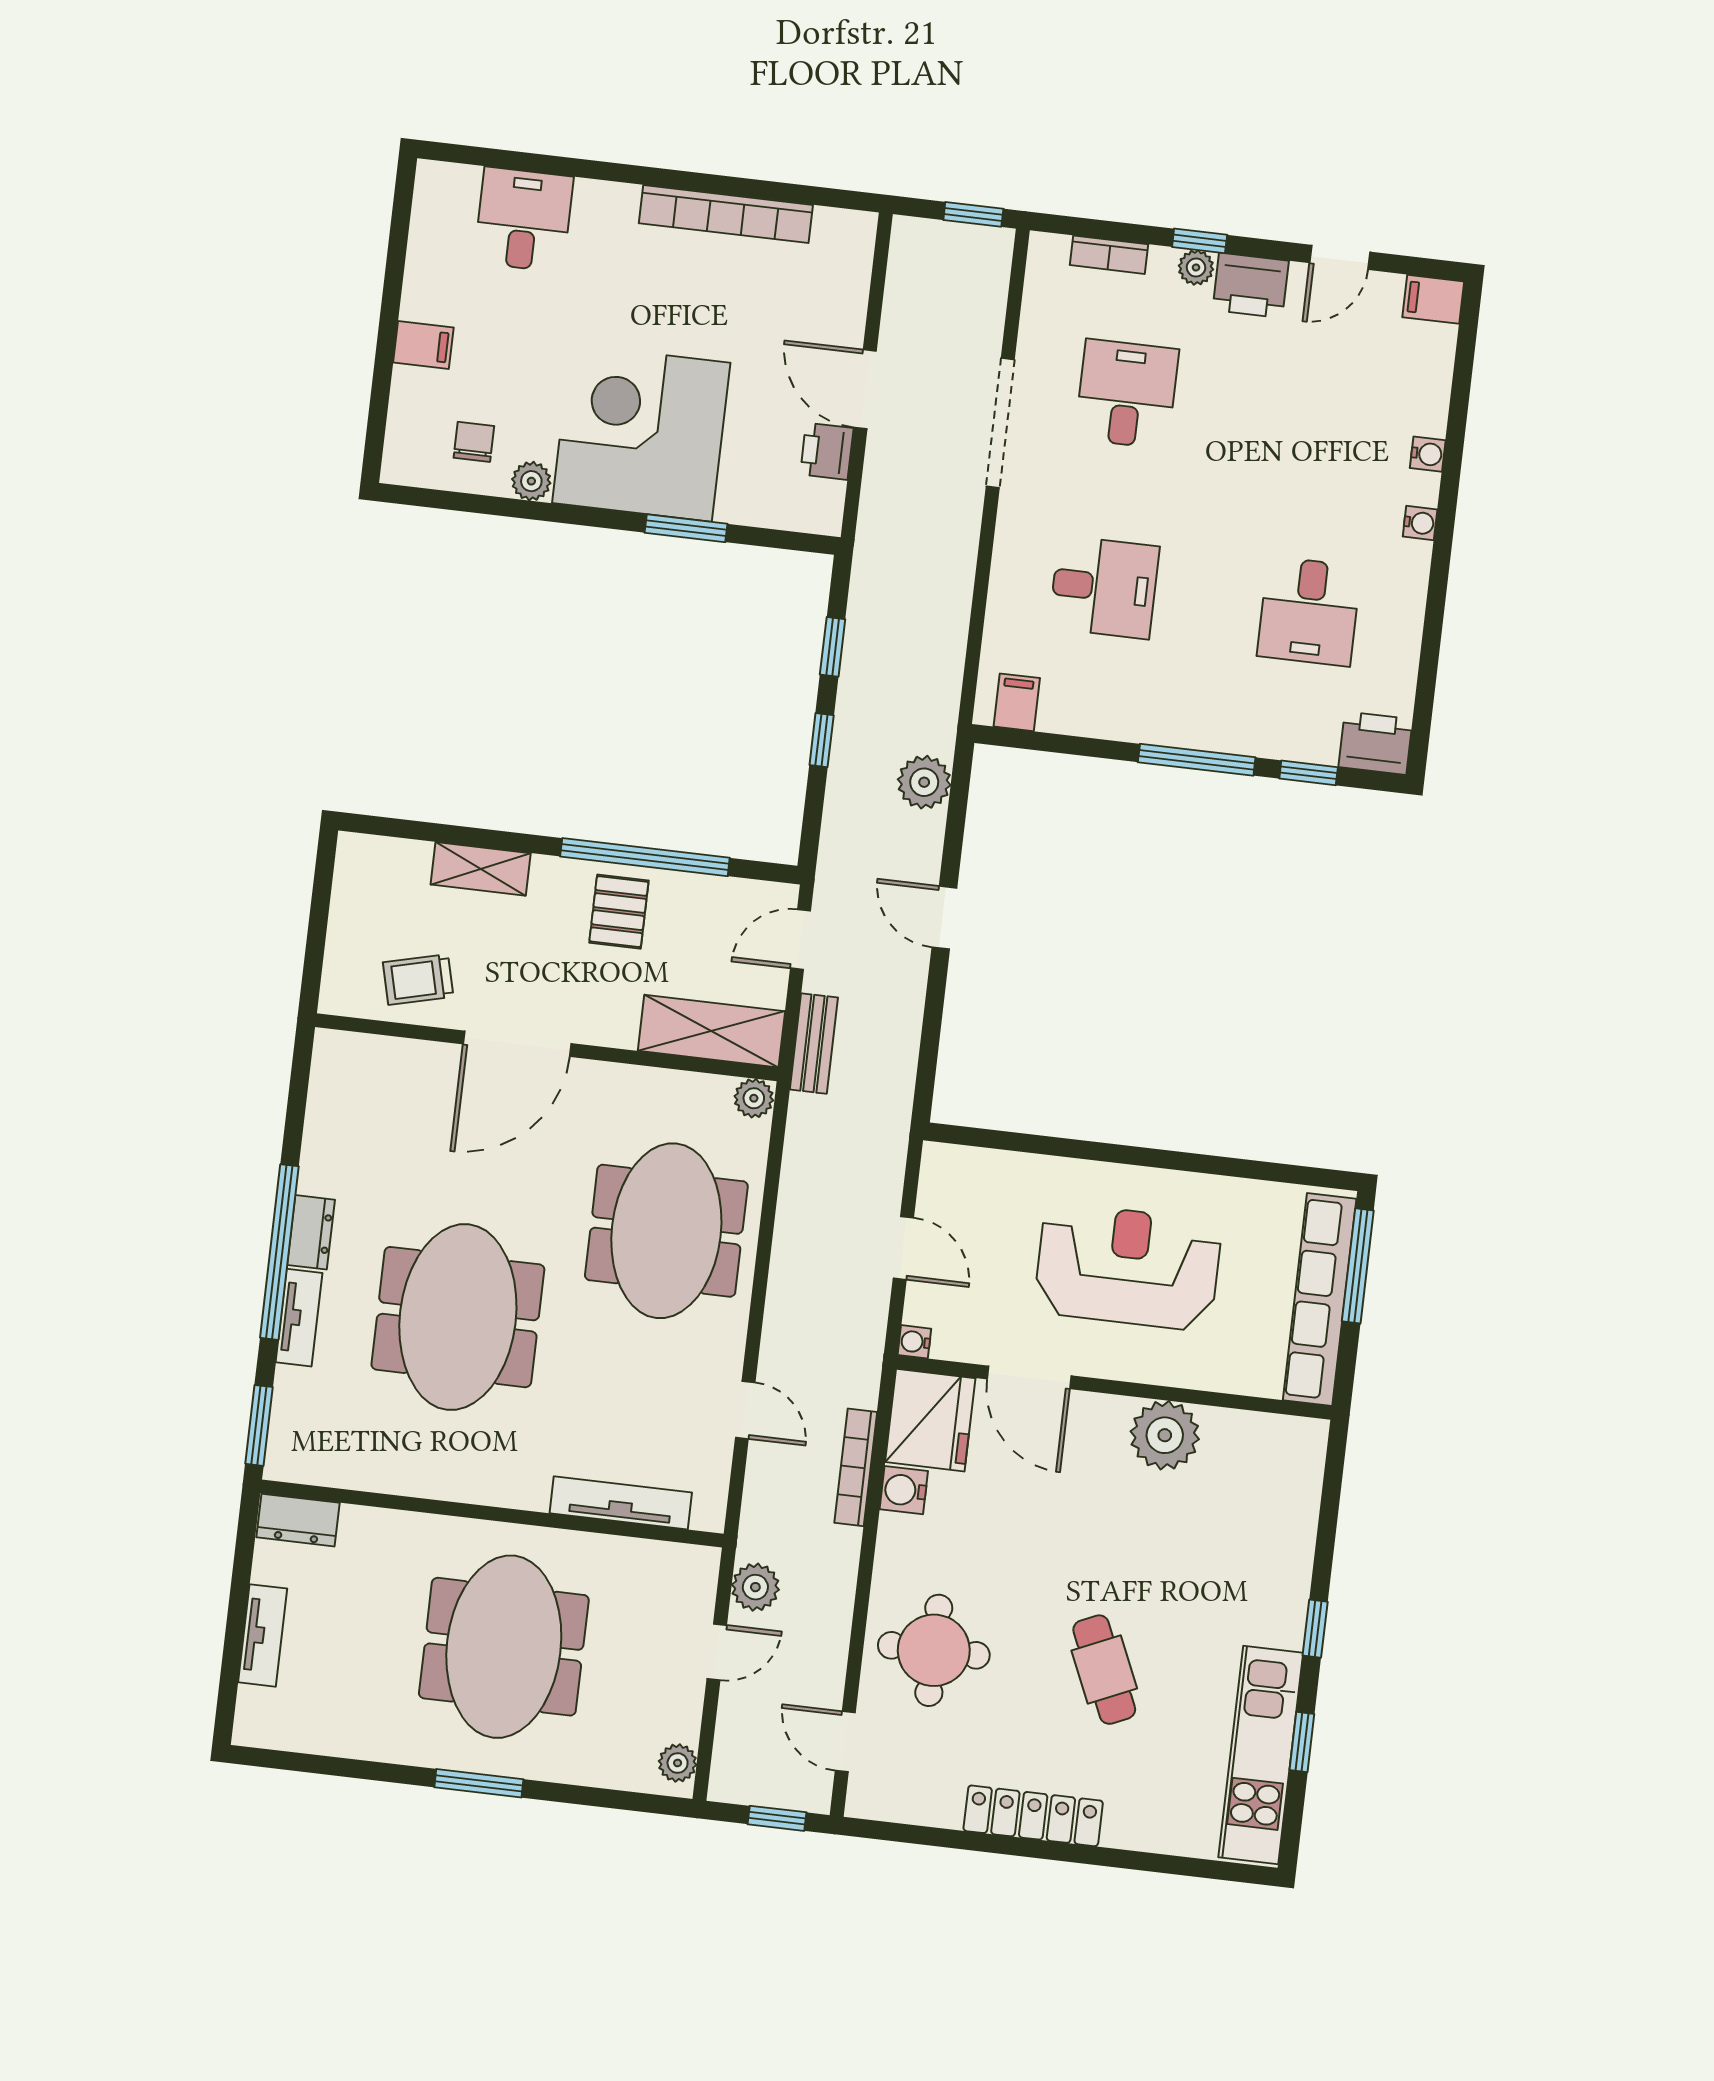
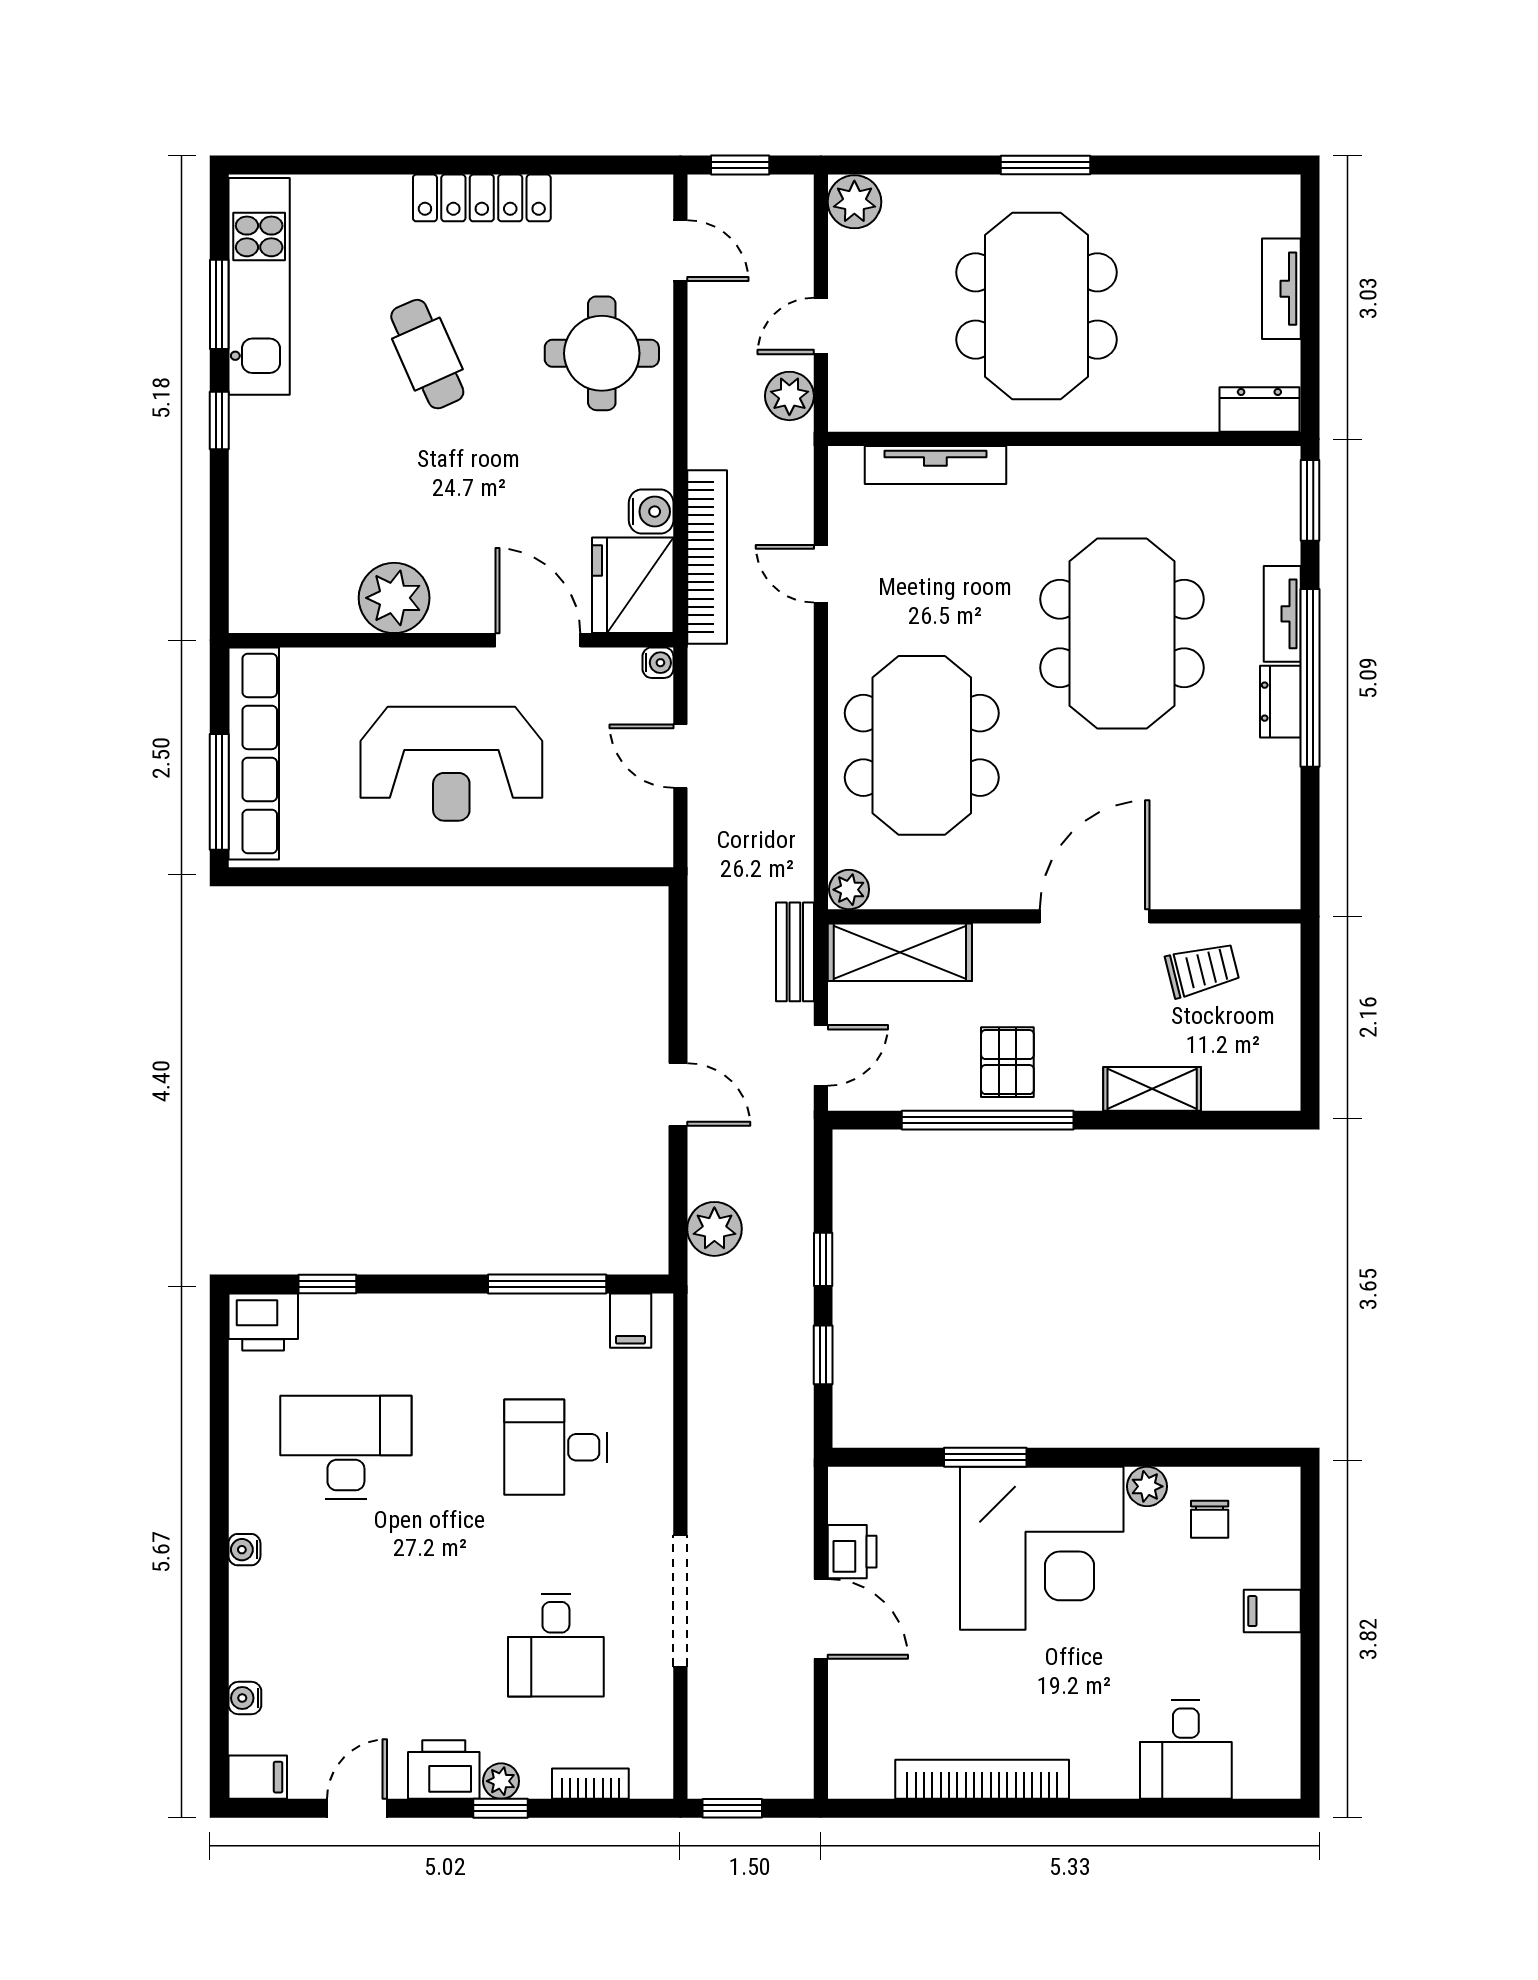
water cooler: (1428, 454) -> (245, 1698), moved
desk: (1309, 611) -> (346, 1447), width x1.37
window: (1197, 760) -> (547, 1284), moved
bookcase: (856, 1467) -> (707, 557), width x1.48, depth x1.31
window: (1302, 1742) -> (219, 304), width x1.50
plant: (678, 1763) -> (854, 202), width x1.38, depth x1.38

